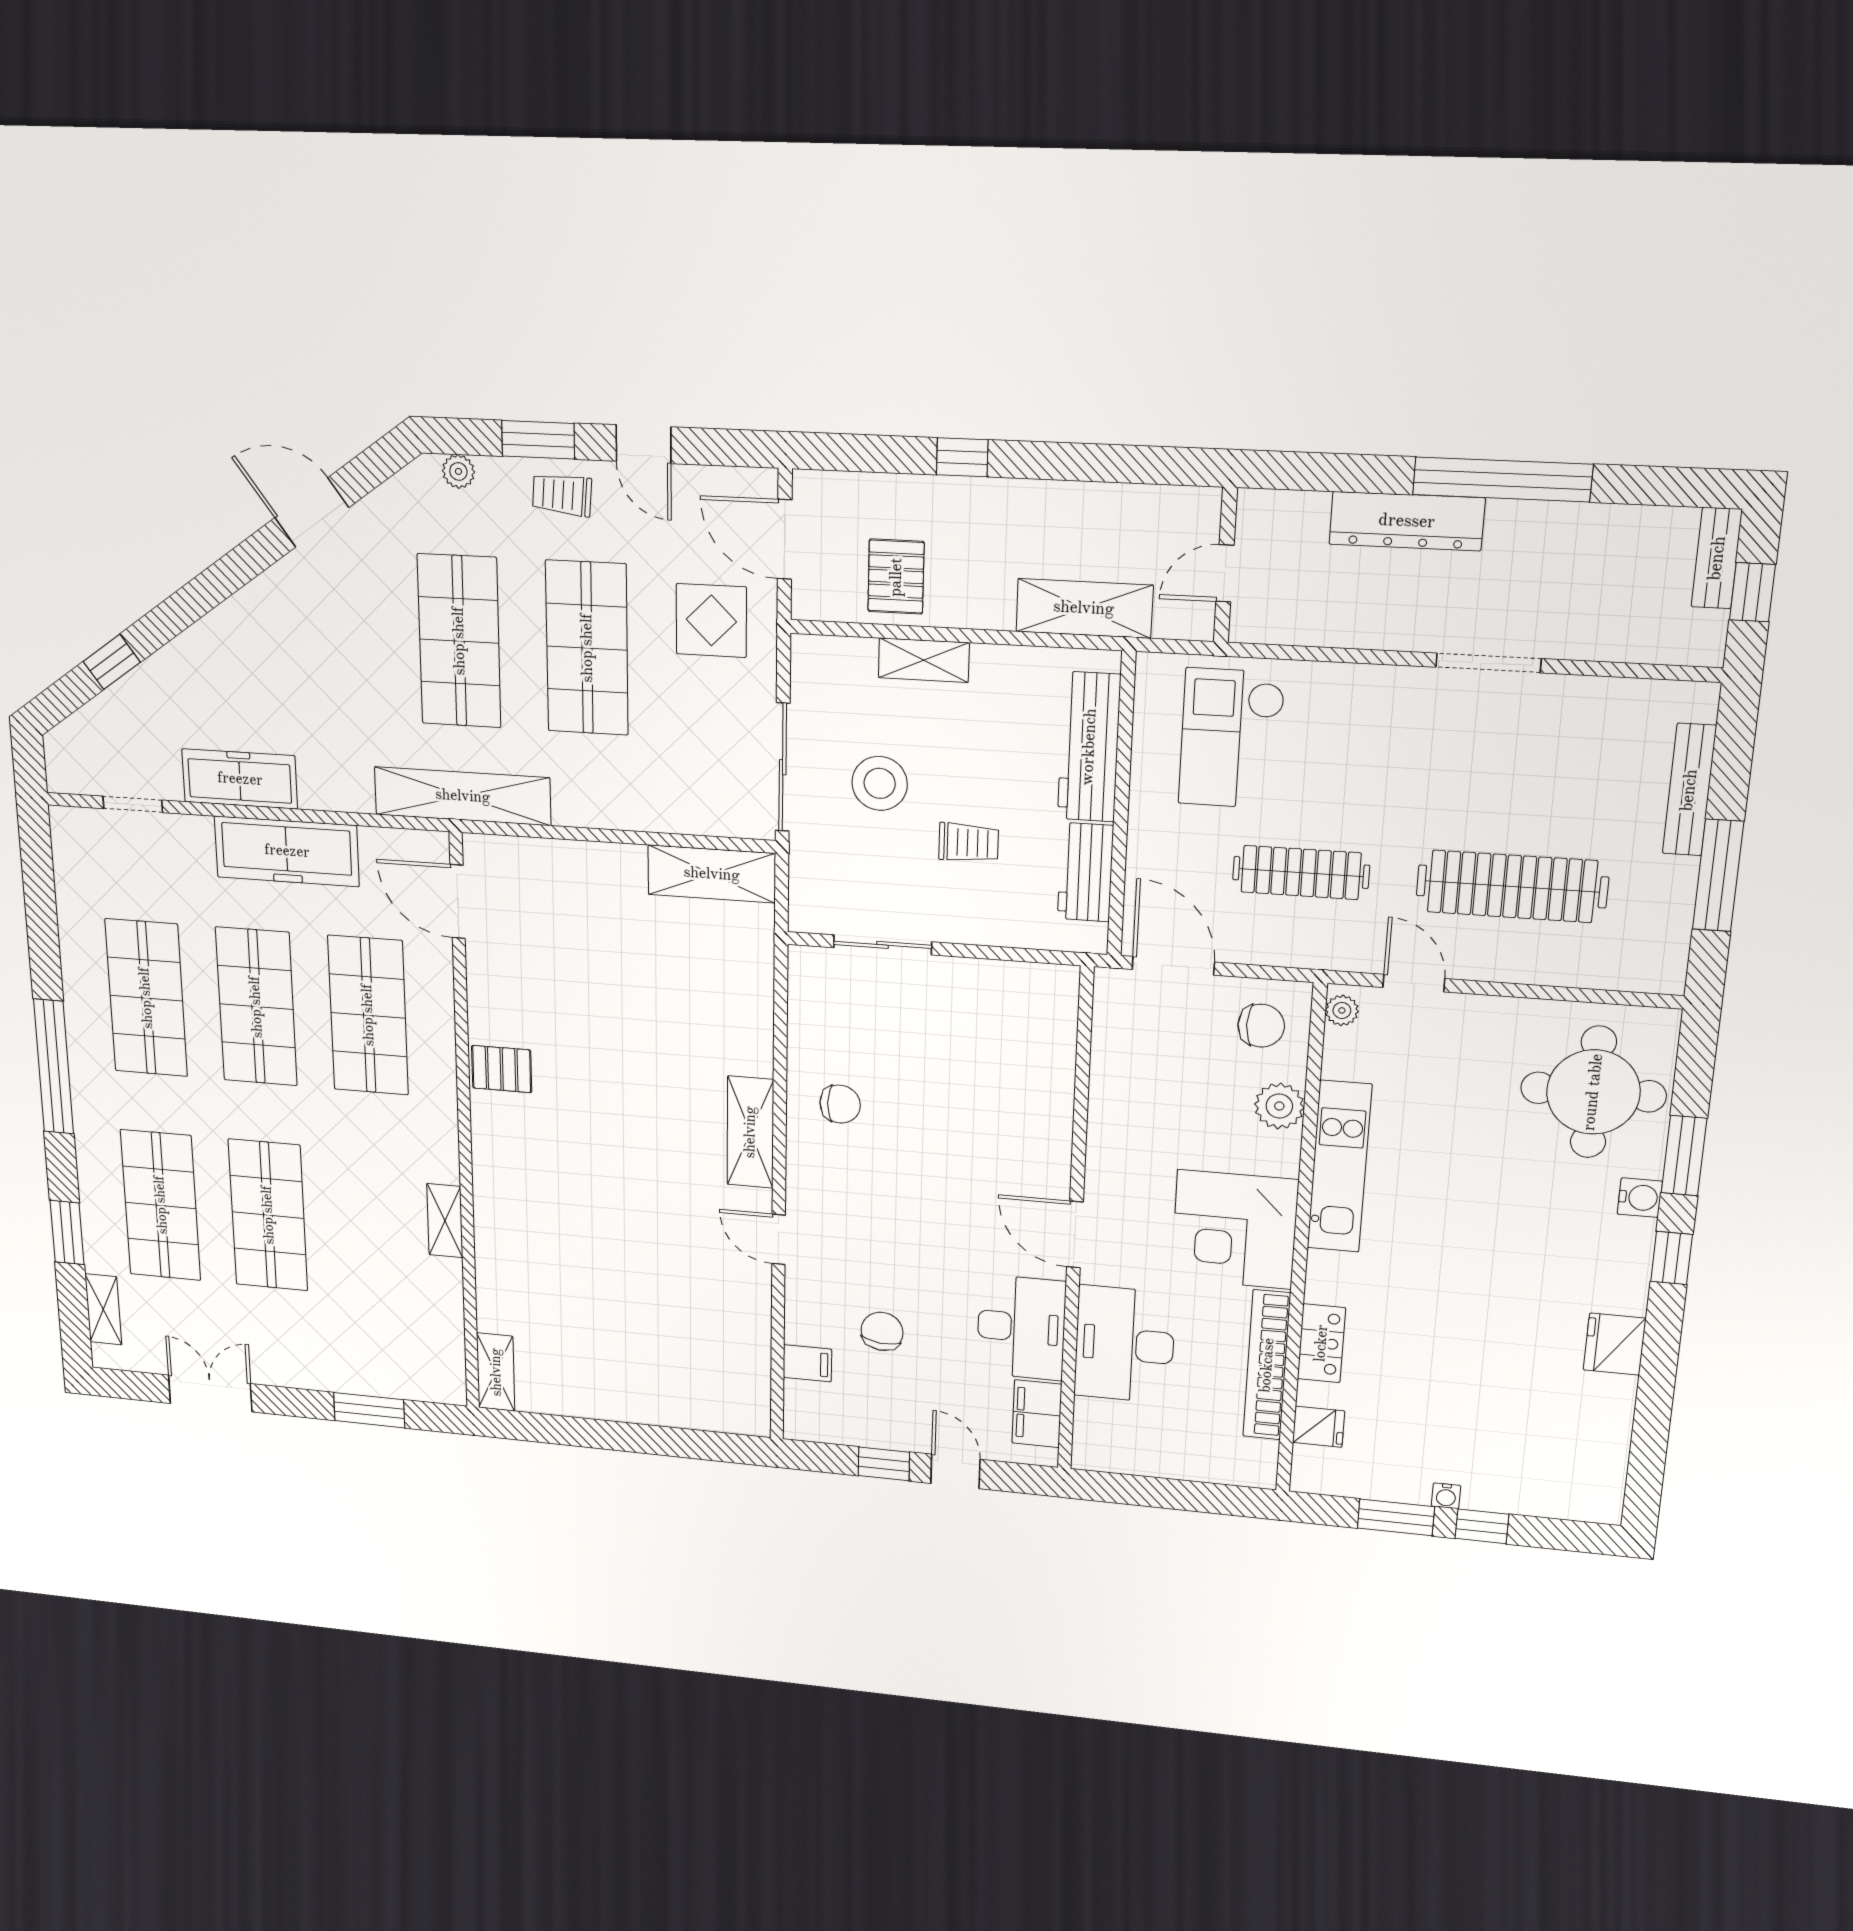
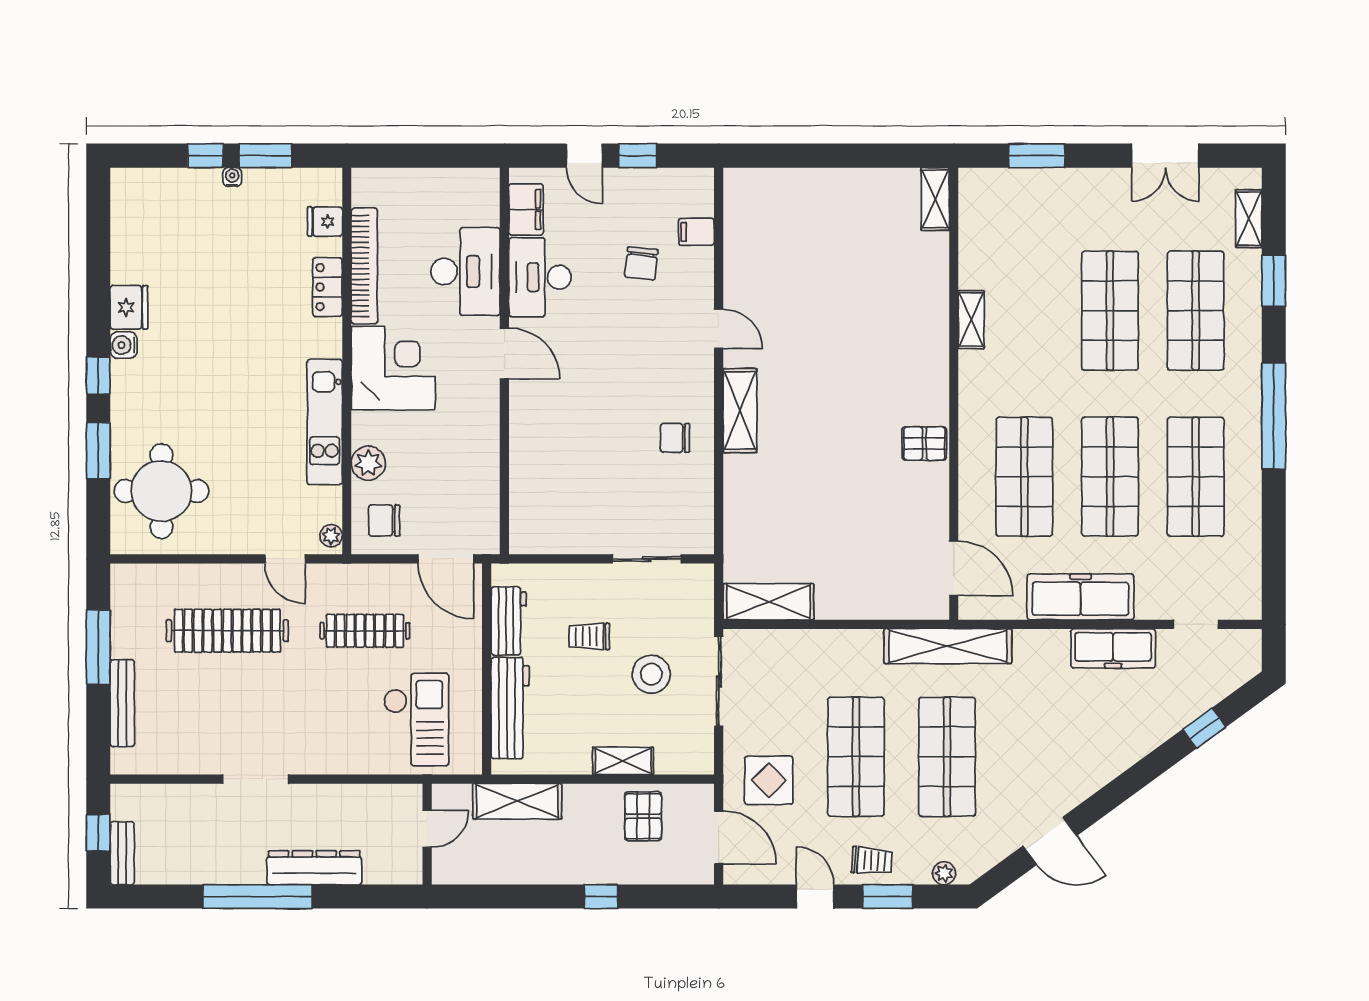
water cooler: (1640, 1198) -> (124, 345), moved

